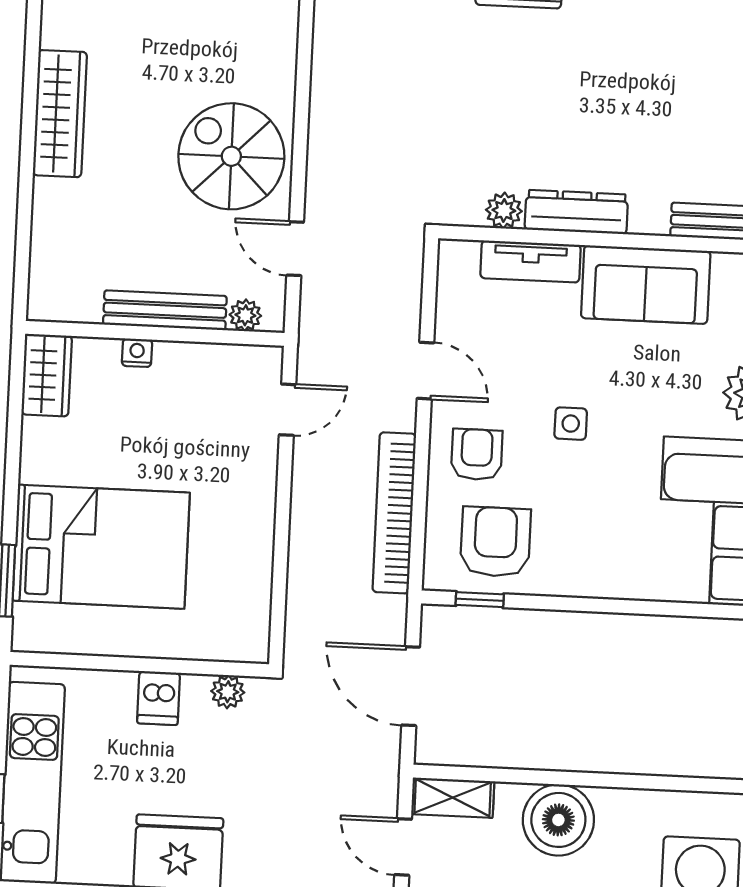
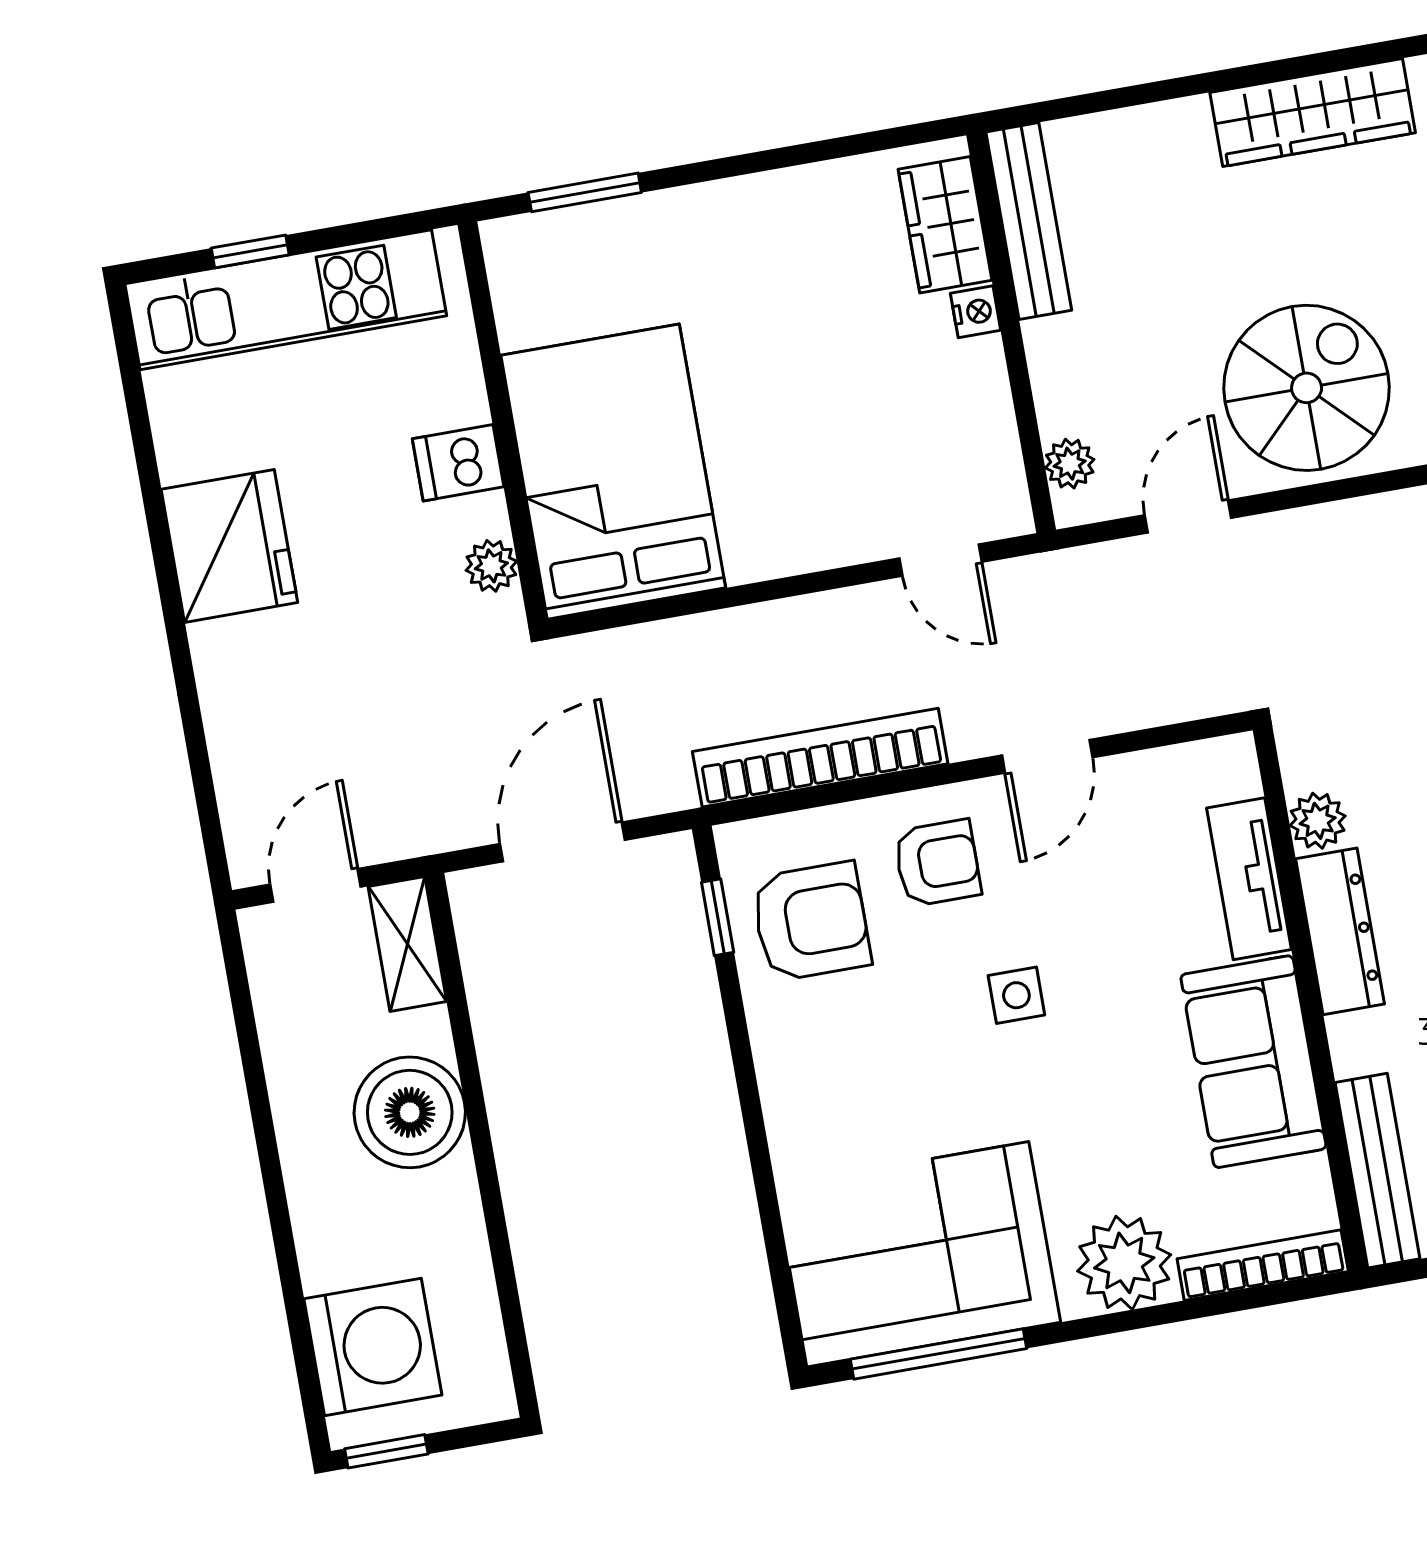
bench: (165, 310) -> (1029, 221), moved
wardrobe: (47, 375) -> (945, 225), moved, turned 90
bed: (101, 547) -> (613, 472), moved, turned 180

